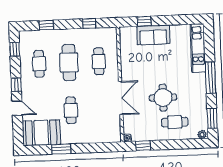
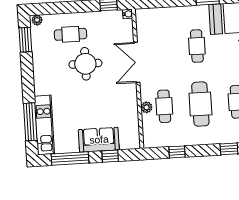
window: (177, 20) -> (70, 159), added
plant: (113, 61) -> (147, 107), added
window: (210, 78) -> (30, 122), moved

